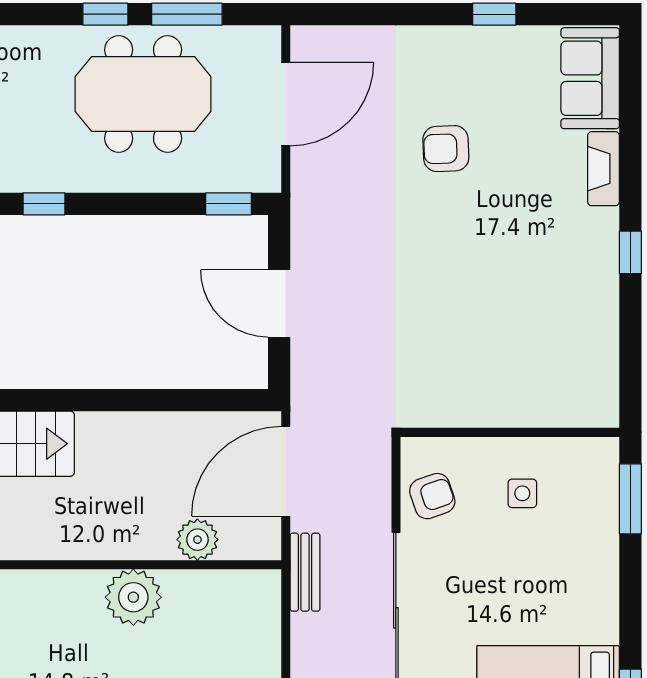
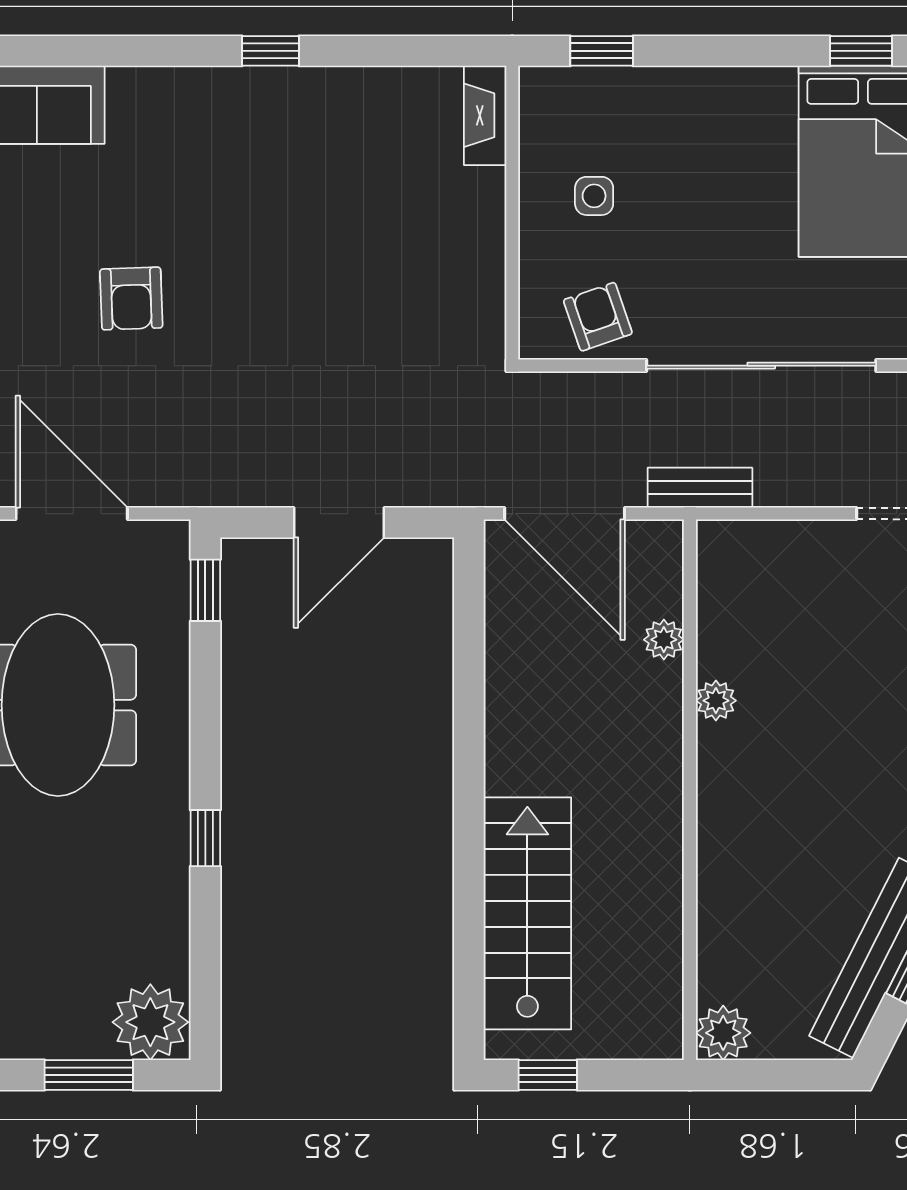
fireplace: (604, 169) -> (485, 115), moved, turned 90
window: (630, 499) -> (602, 51), width x0.67
plant: (197, 540) -> (664, 640), width x0.73, depth x0.73
plant: (133, 597) -> (716, 701), width x0.53, depth x0.53

